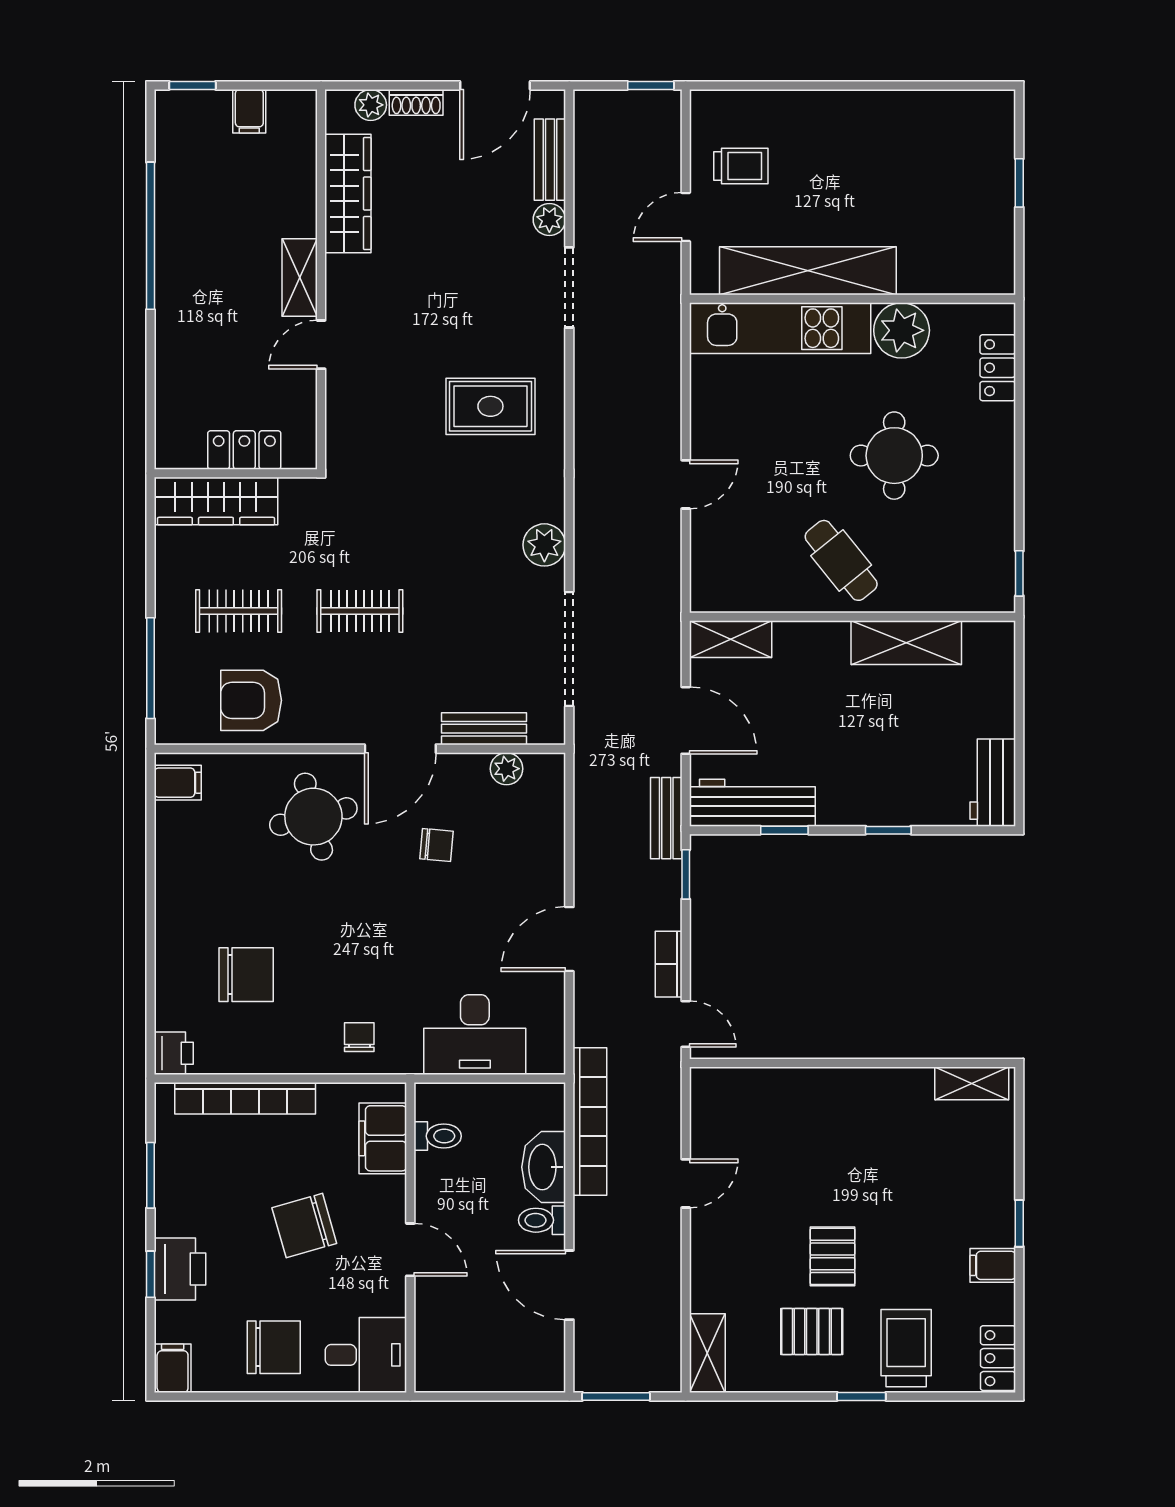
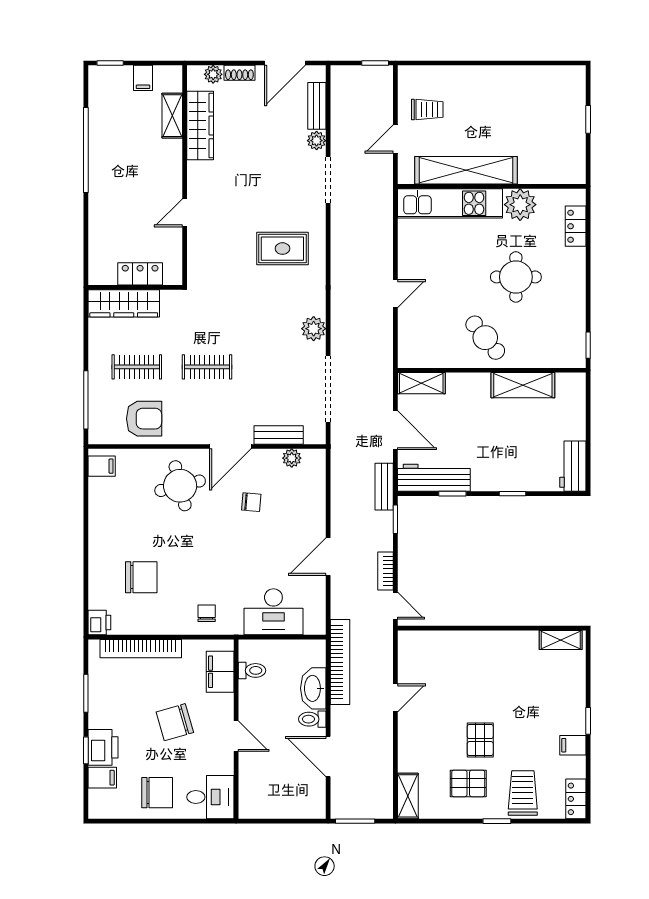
shelving: (300, 278) -> (172, 116), moved
armchair: (251, 700) -> (144, 419), turned 180
filing cabinet: (173, 1368) -> (102, 778), moved, turned 90

